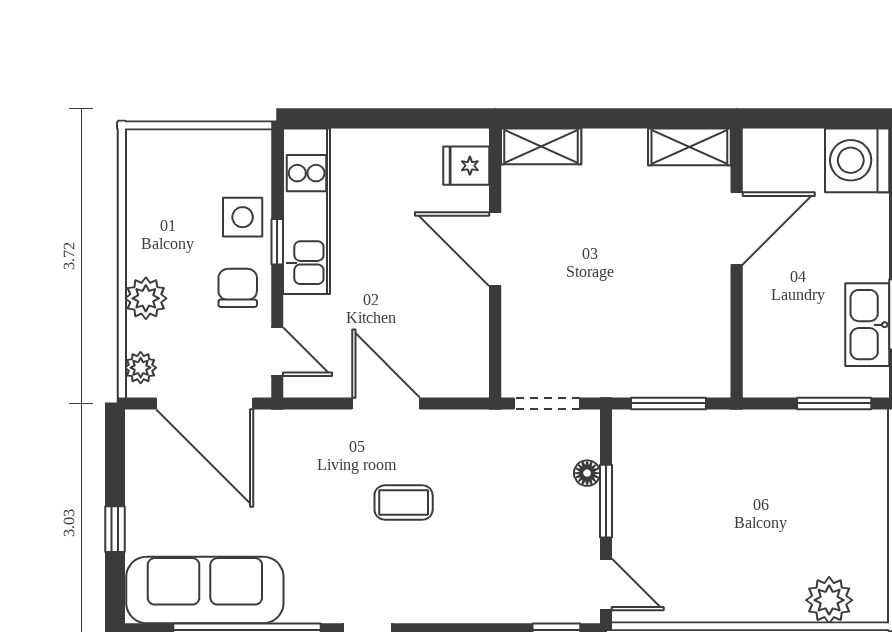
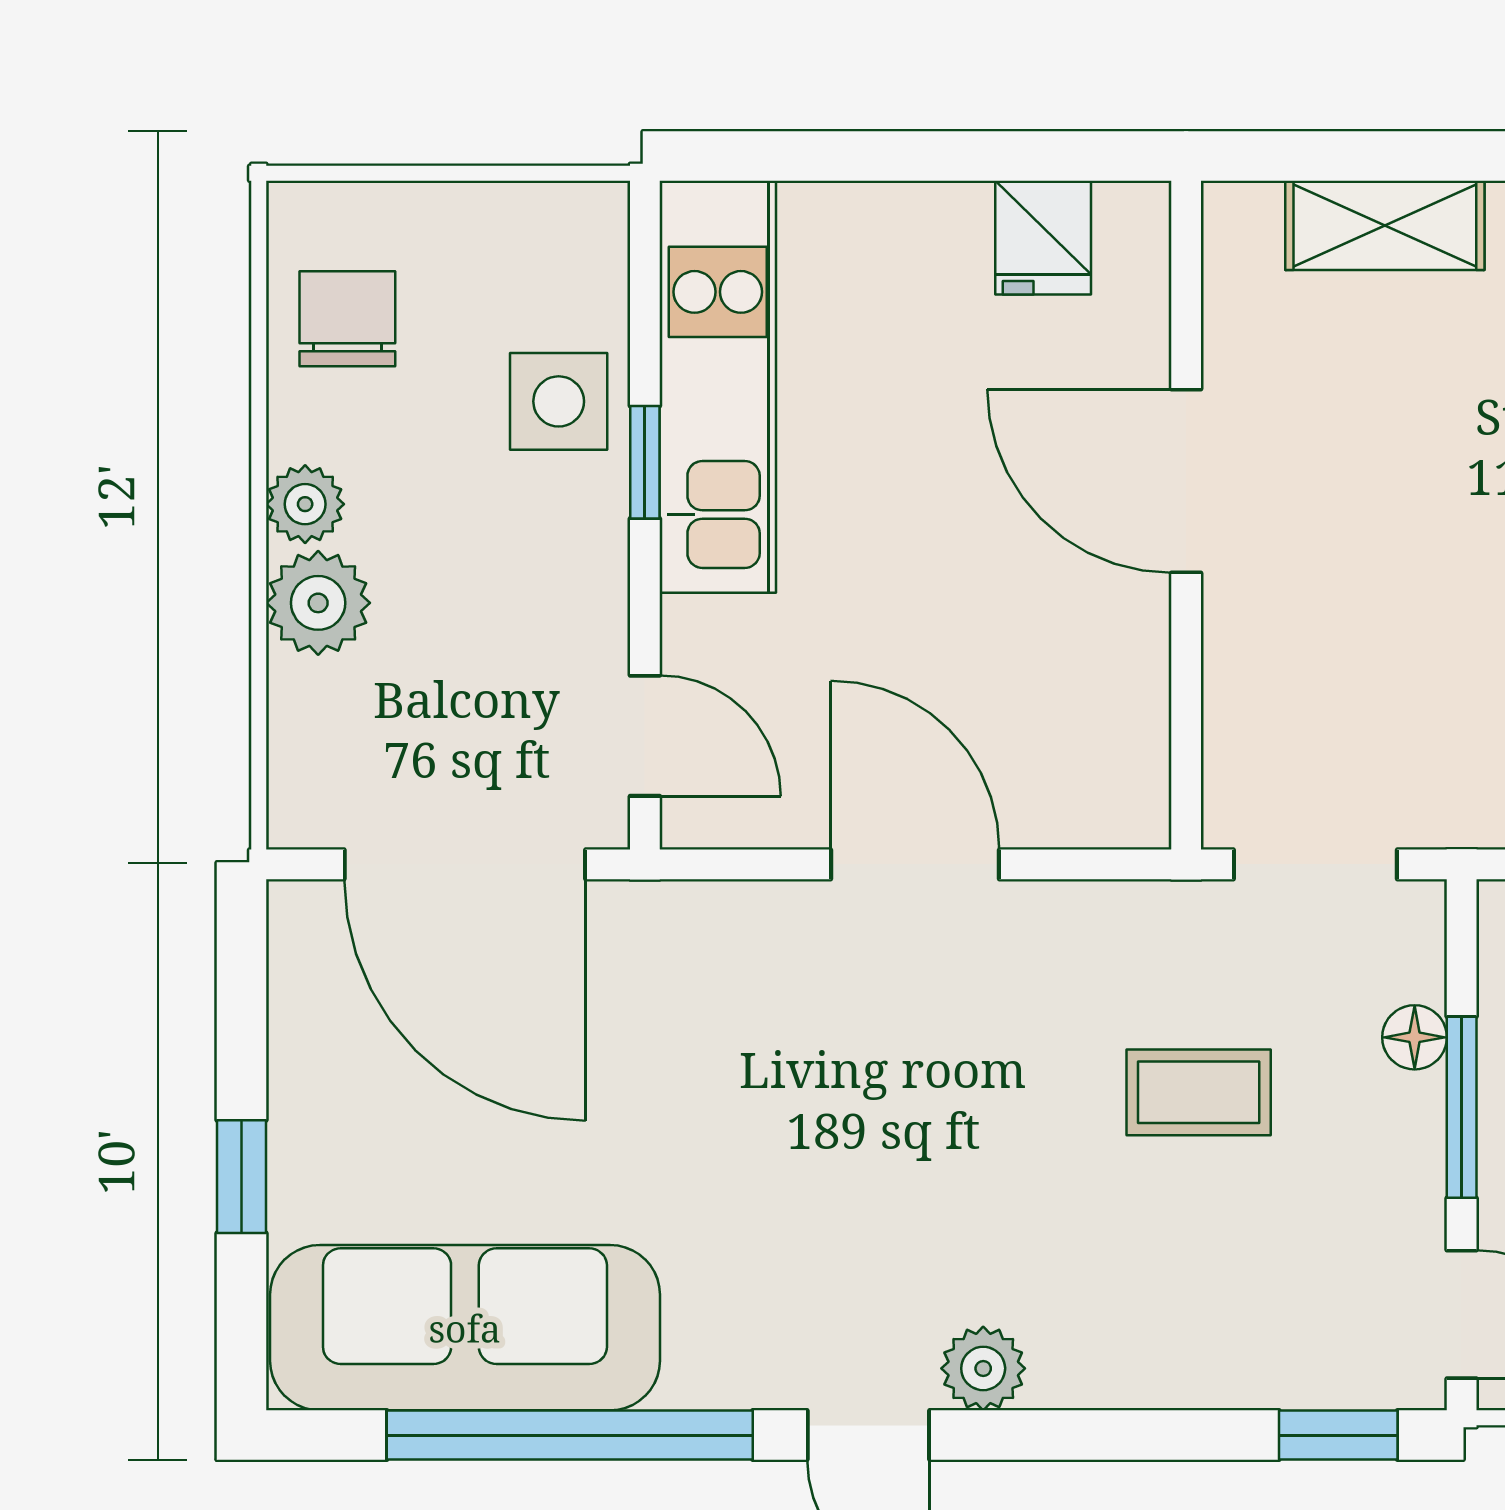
shelving: (541, 146) -> (1385, 225), moved
fridge: (466, 166) -> (1043, 238), moved, turned -90
chair: (238, 288) -> (347, 319), moved
plant: (141, 368) -> (305, 504), moved
coffee table: (404, 503) -> (1199, 1092), moved
plant: (413, 606) -> (983, 1368), added

